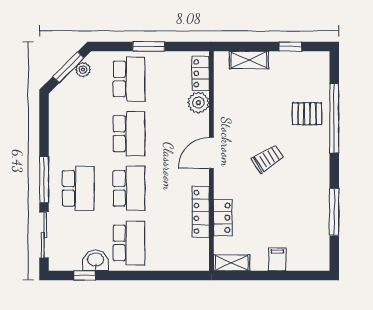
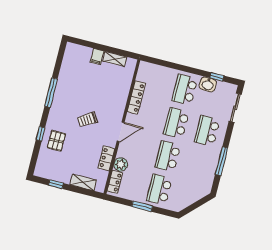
window: (68, 67) -> (194, 206), removed
plant: (83, 70) -> (186, 202), removed
pallet: (307, 114) -> (56, 141), turned 90
window: (334, 118) -> (40, 134), width x0.32
window: (44, 180) -> (222, 161), moved
window: (334, 212) -> (51, 93), moved
locker: (223, 218) -> (106, 158), moved
shelving: (232, 263) -> (115, 59), moved

